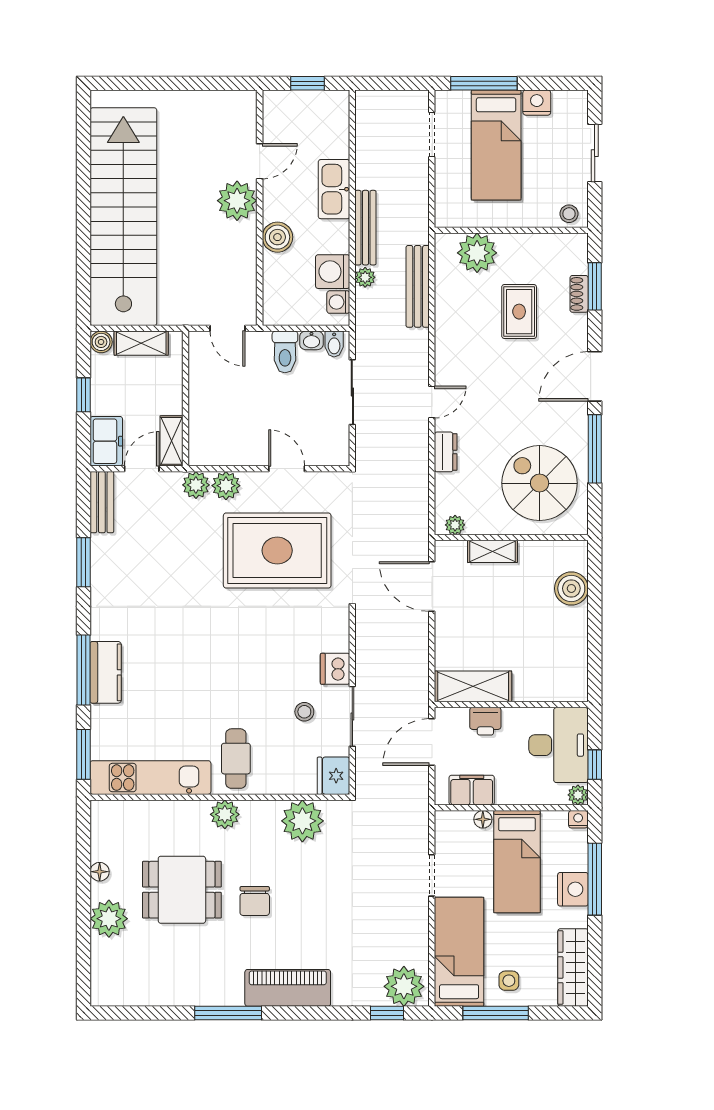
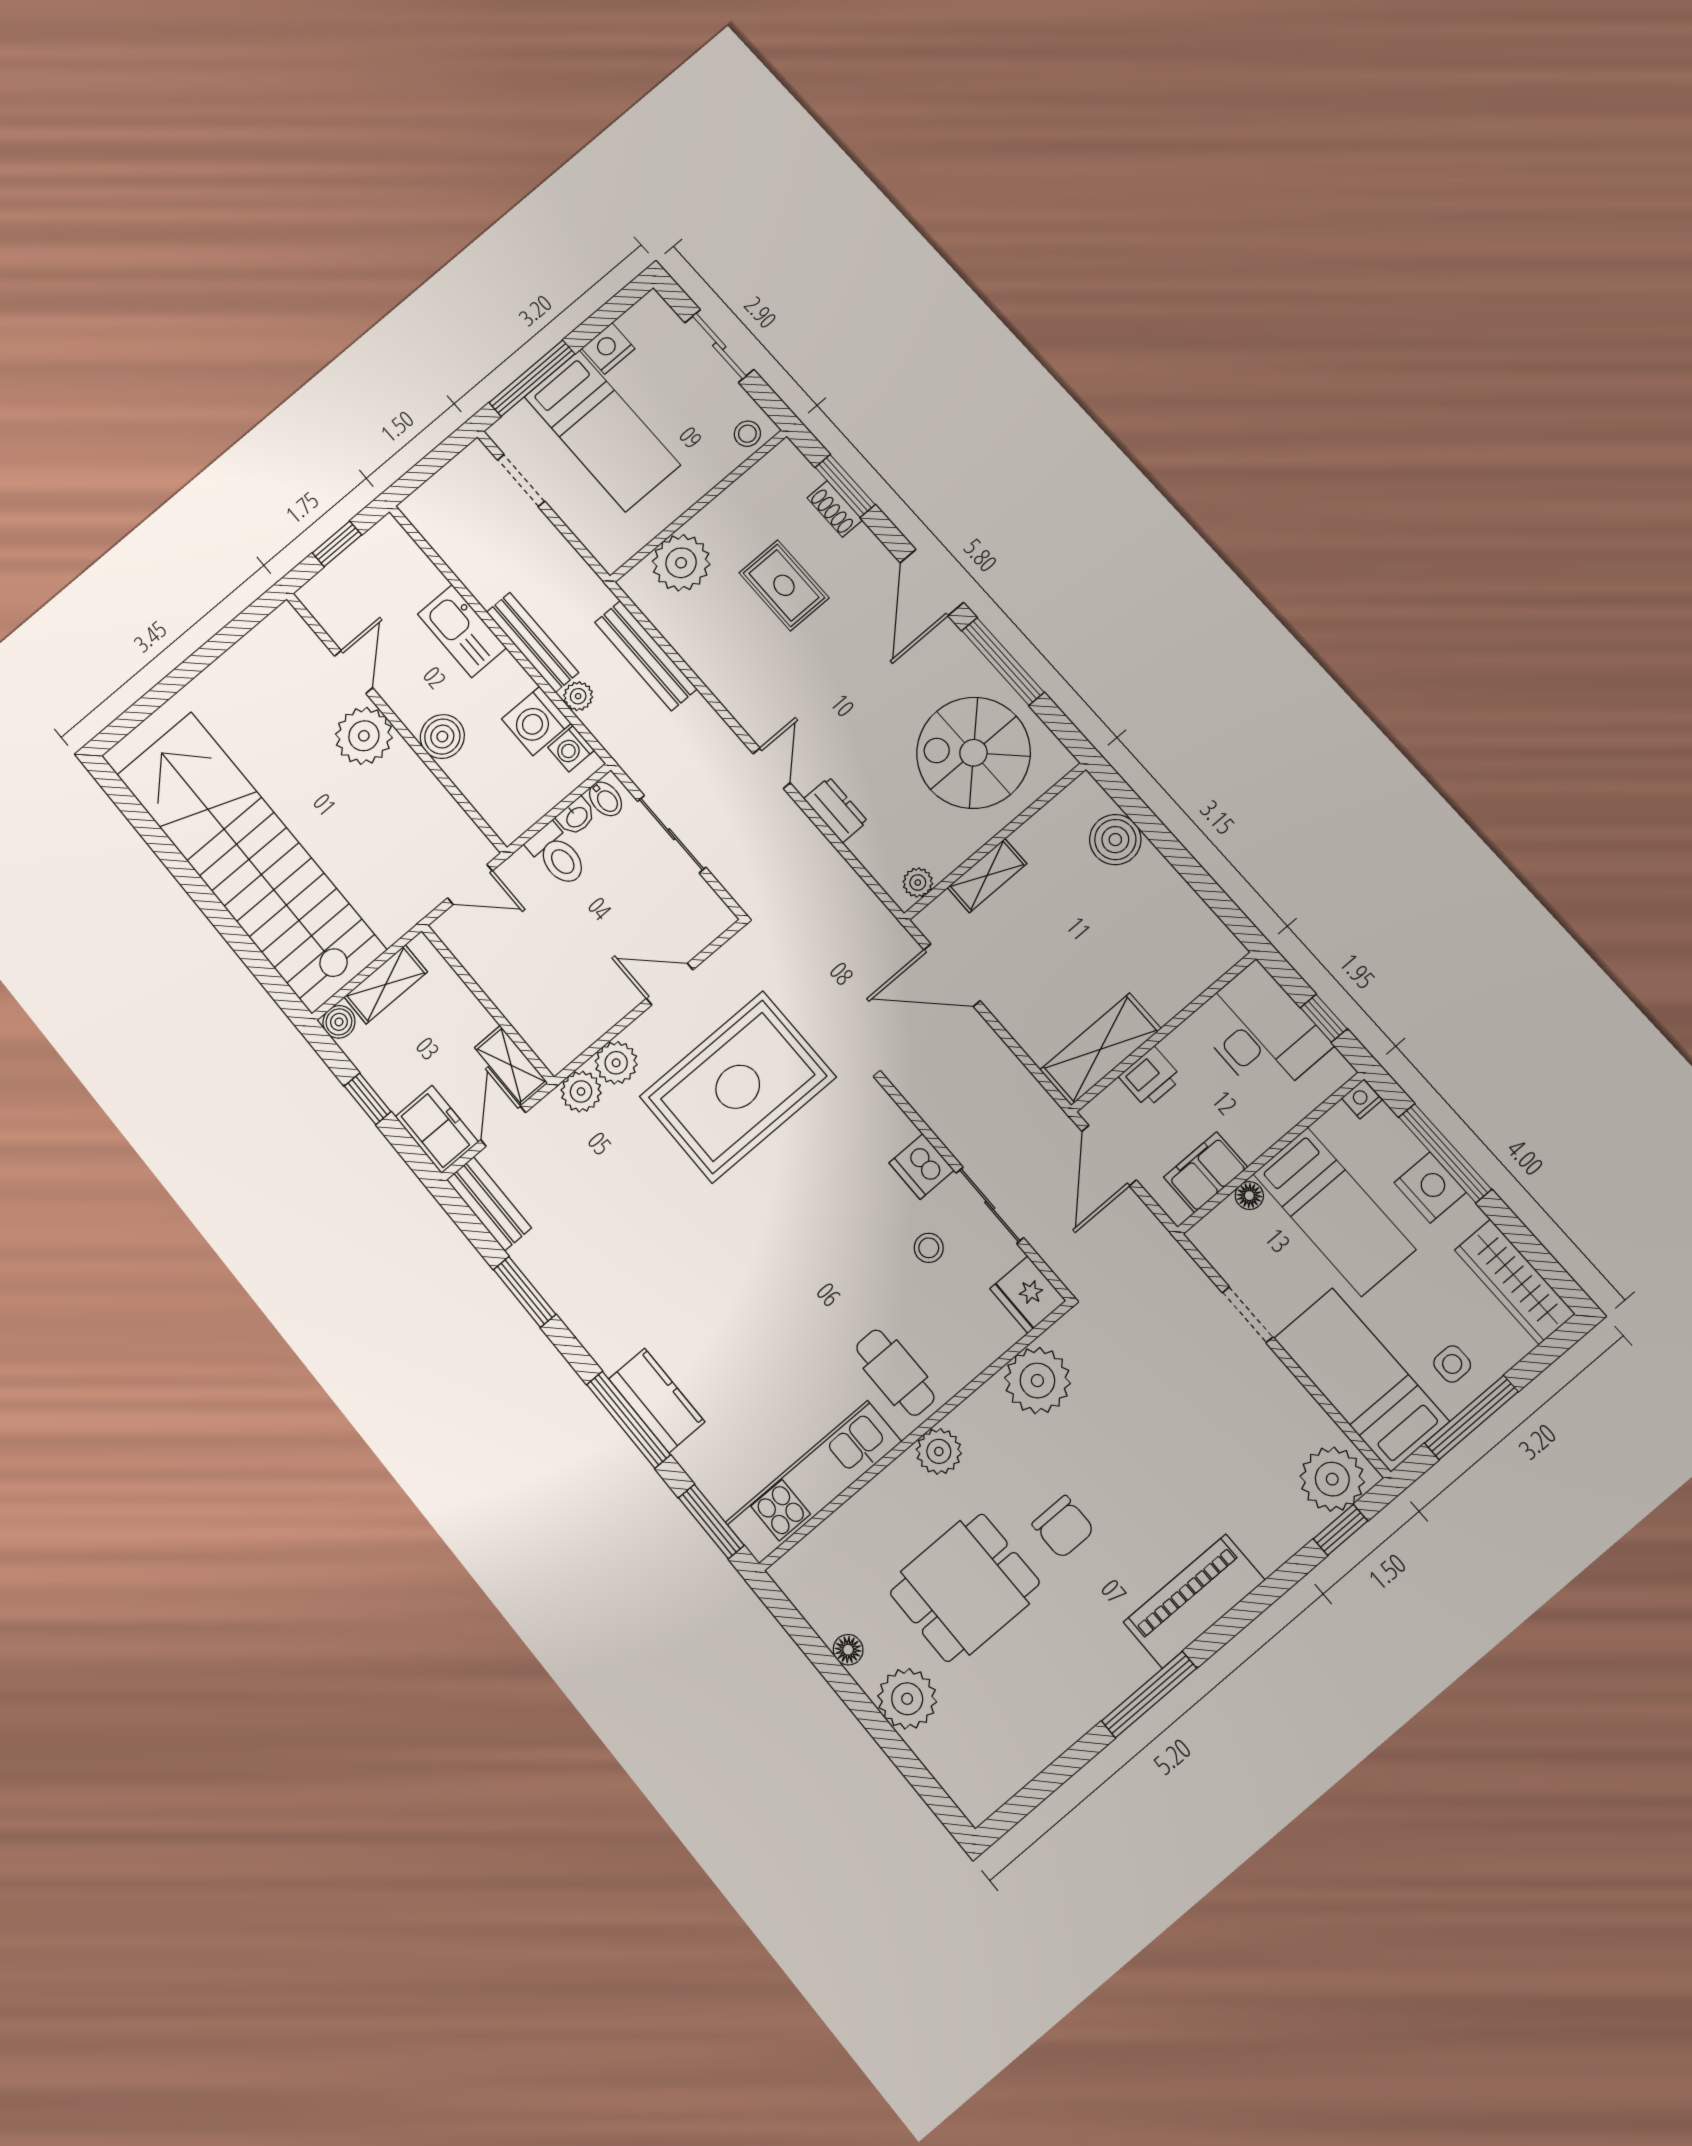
plant: (578, 795) -> (1336, 1071), removed

